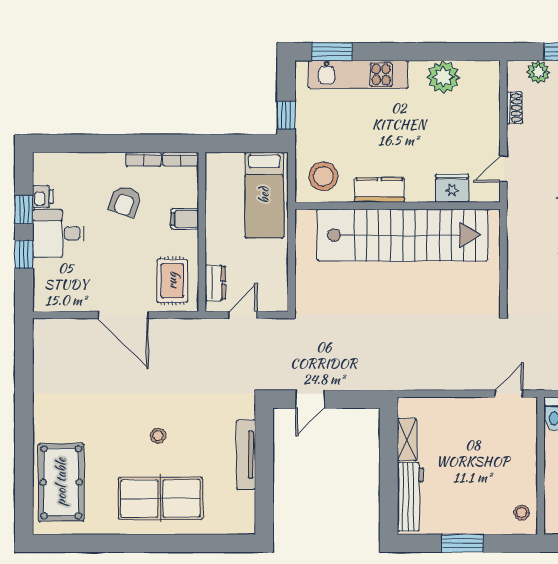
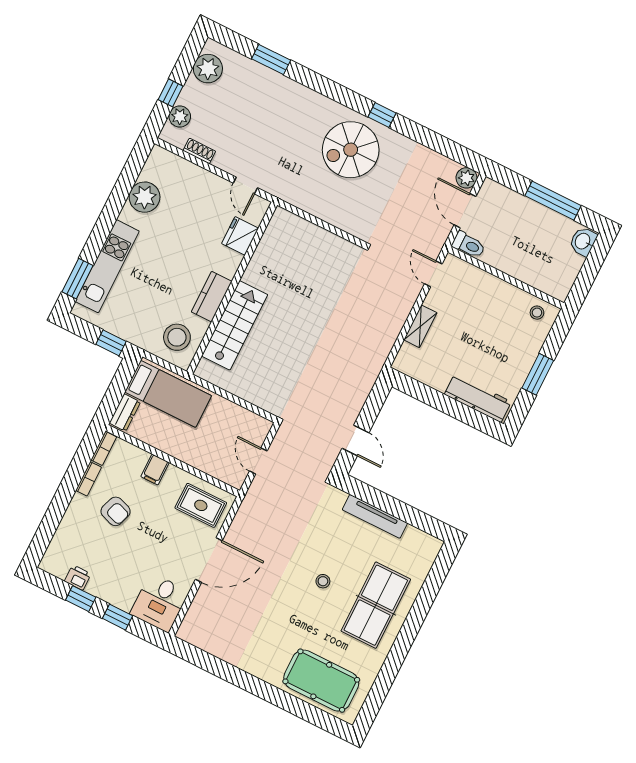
desk: (58, 233) -> (159, 602), moved
stairs: (402, 235) -> (235, 325), width x0.54, depth x0.66
dresser: (215, 283) -> (125, 413), moved, turned 90
shelving: (407, 439) -> (420, 326), moved, turned 90

